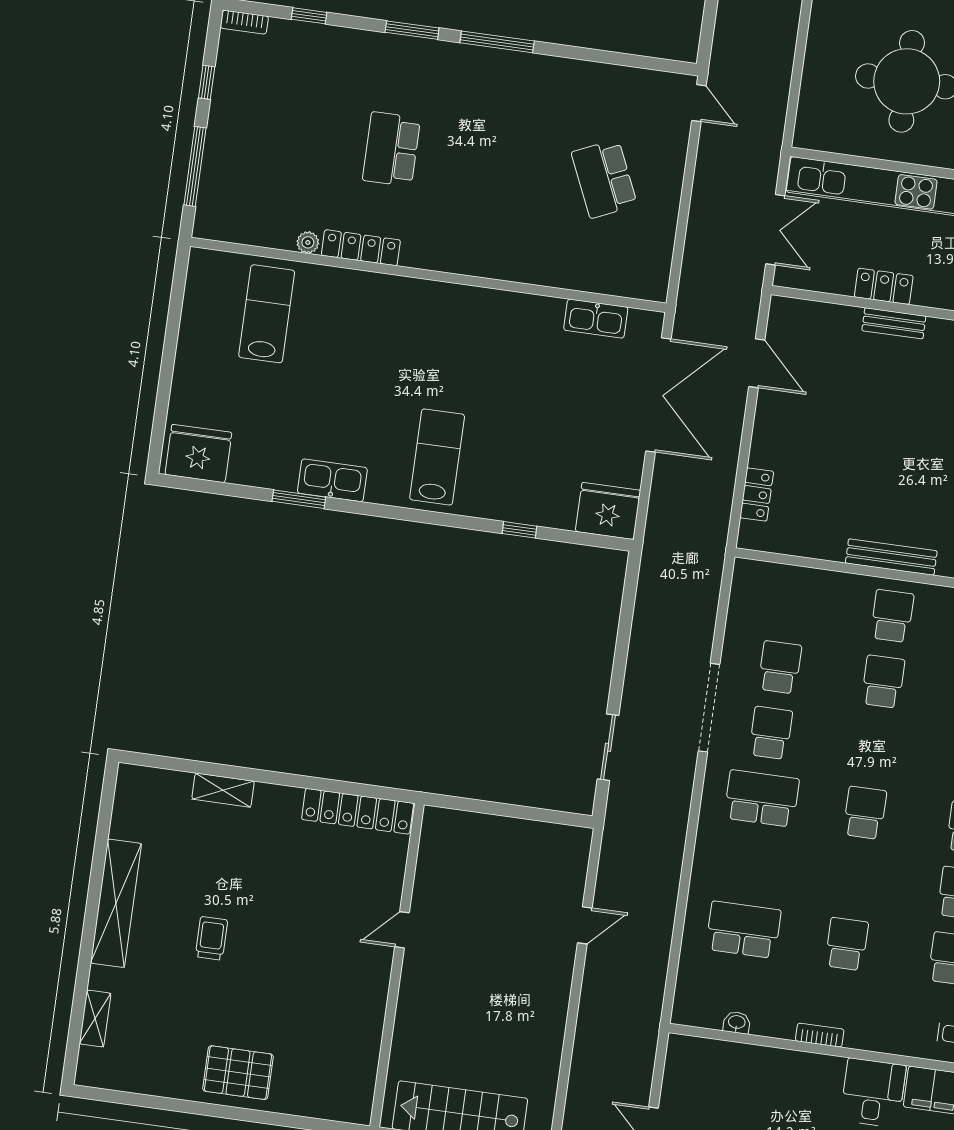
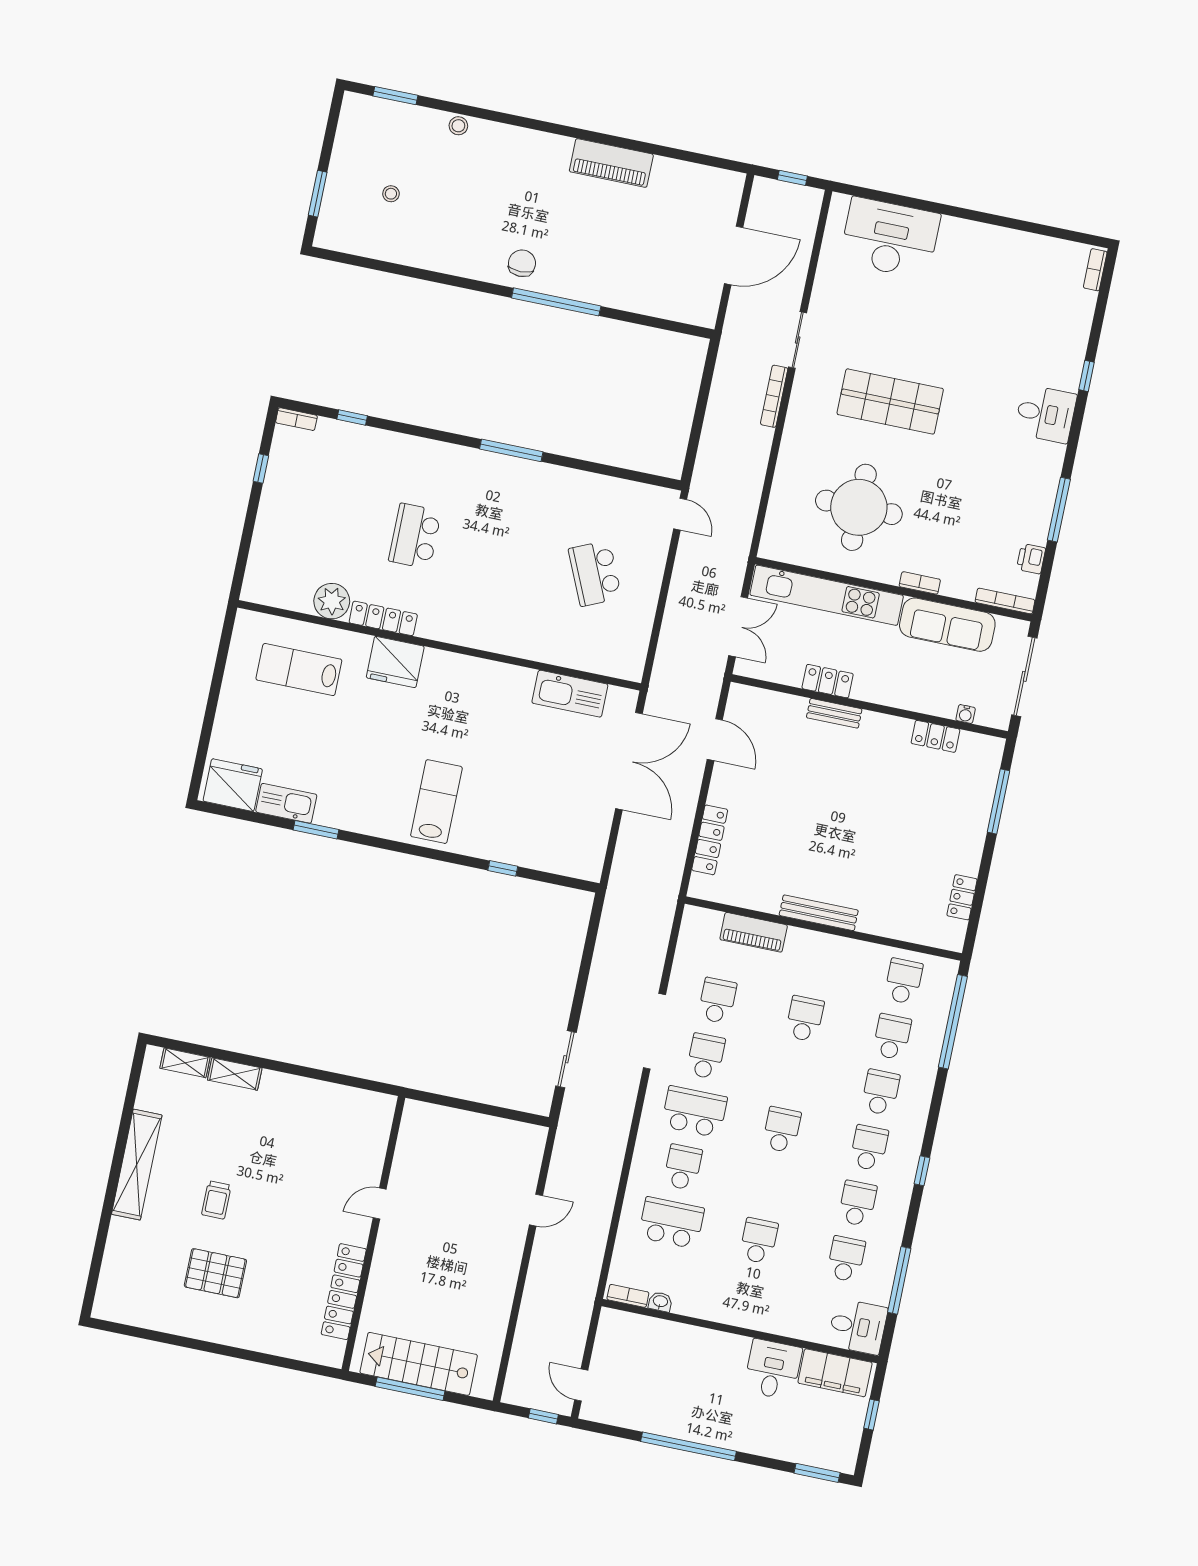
window: (412, 30) -> (439, 435), removed
window: (195, 166) -> (246, 540), removed
plant: (308, 242) -> (332, 601), width x1.87, depth x1.87
lab bench: (267, 314) -> (299, 670), turned -90
kitchen sink: (596, 319) -> (570, 694), width x1.36, depth x1.24
kitchen sink: (332, 480) -> (286, 803), moved
locker: (757, 494) -> (710, 840), width x1.53
fridge: (608, 511) -> (395, 662), moved, turned 180
piano: (817, 585) -> (754, 932), added
school desk: (892, 616) -> (683, 1167), moved
locker: (358, 811) -> (344, 1292), moved, turned 90
trolley: (211, 938) -> (216, 1200), turned 180
shelving: (95, 1019) -> (185, 1063), moved, turned 90
bookcase: (820, 1035) -> (628, 1296), moved
pallet: (238, 1073) -> (215, 1273), moved

